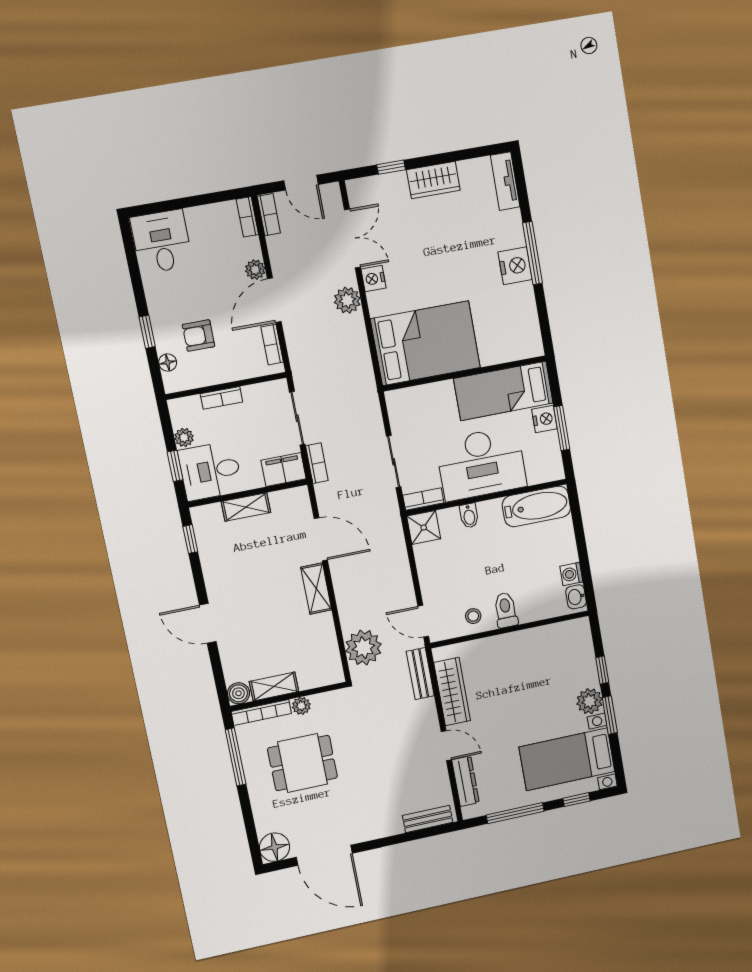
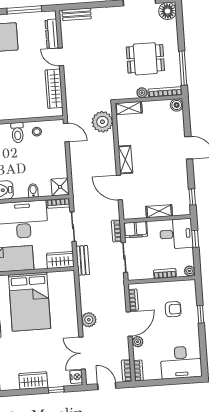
desk: (162, 242) -> (181, 362), width x1.37
nightstand: (373, 279) -> (76, 377), moved
bed: (425, 343) -> (30, 302), moved, turned -90
floor lamp: (168, 363) -> (192, 296), removed
wardrobe: (409, 401) -> (60, 260), added
plant: (184, 437) -> (189, 271), moved
bench: (420, 674) -> (83, 260), moved
shelving: (274, 686) -> (129, 108), moved

